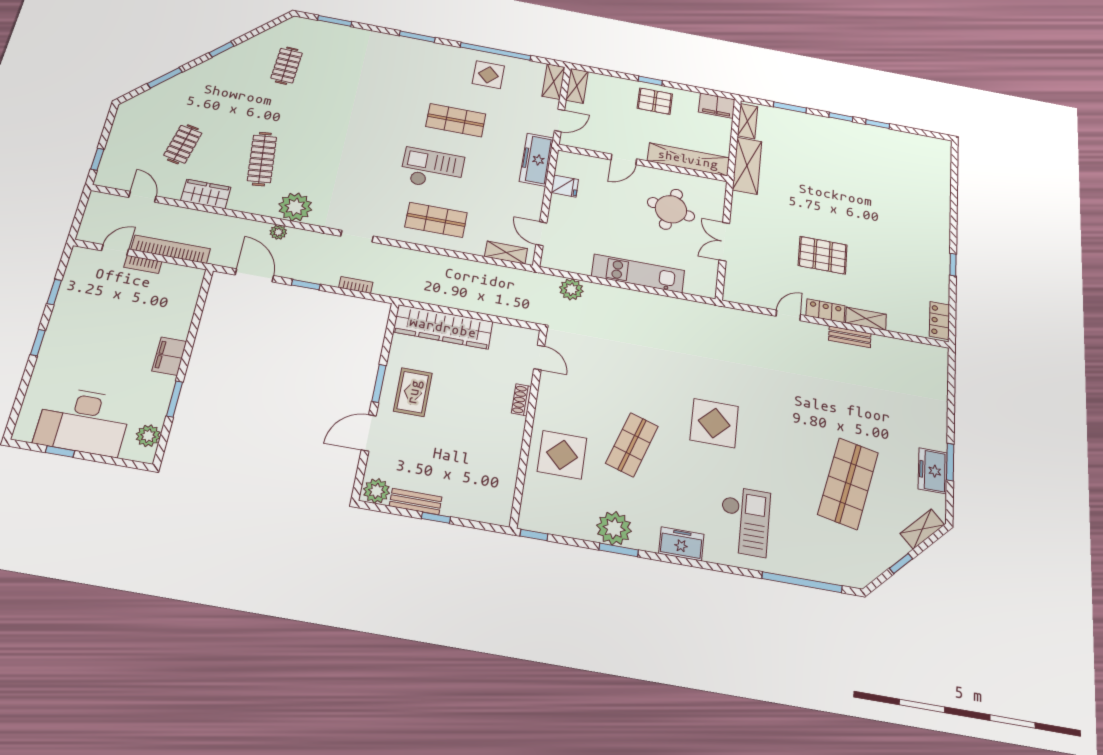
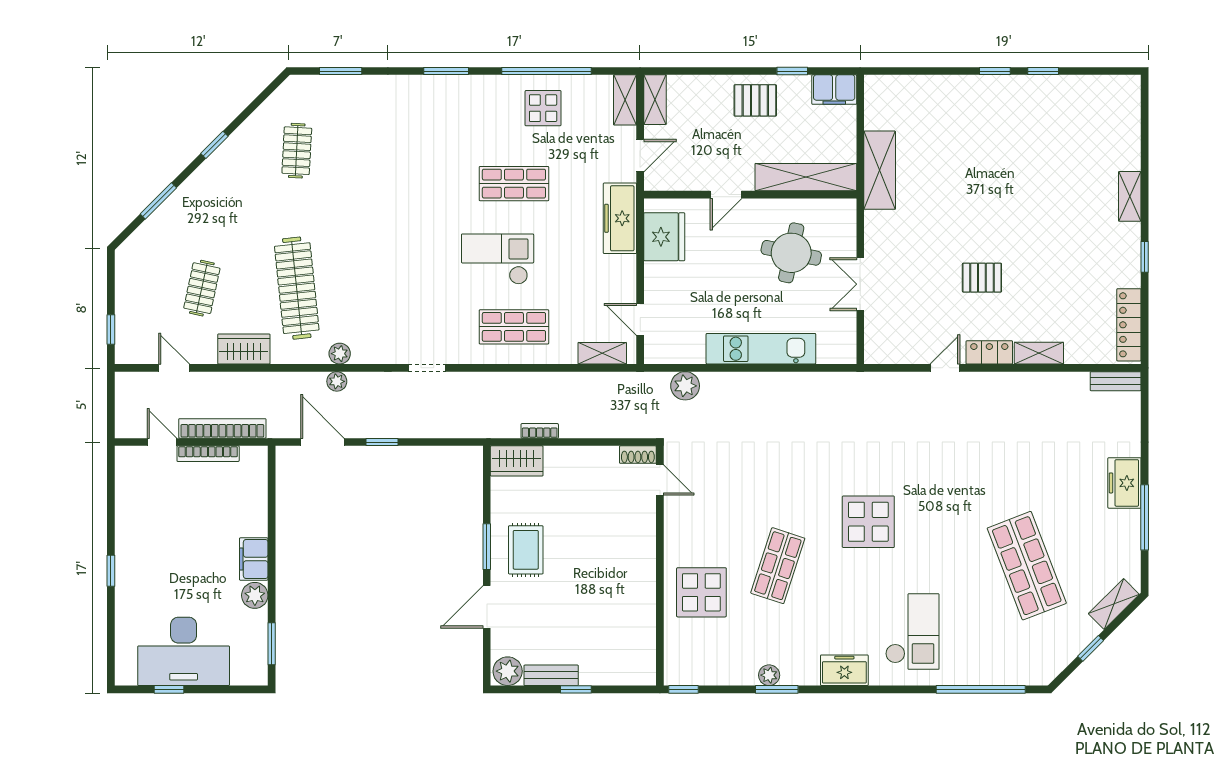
window: (650, 81) -> (792, 71), moved
window: (790, 107) -> (928, 71), removed
shelving: (747, 121) -> (1130, 196), moved
clothes rail: (262, 159) -> (297, 288), width x1.37, depth x1.31
fridge: (565, 186) -> (664, 237), width x1.88, depth x1.34
plant: (295, 207) -> (340, 354), width x0.53, depth x0.53
door: (115, 250) -> (162, 442), hinge flipped
pallet: (823, 255) -> (982, 278), width x0.67, depth x0.71
bookcase: (143, 264) -> (208, 454), width x1.56
bookcase: (356, 285) -> (540, 431), moved
window: (54, 292) -> (111, 507), removed
locker: (939, 320) -> (1129, 325), width x1.53
wardrobe: (443, 327) -> (517, 461), width x0.48, depth x0.85
bench: (850, 337) -> (1116, 381), moved
window: (174, 399) -> (272, 644), moved
shoe rack: (521, 400) -> (638, 455), moved, turned -90
plant: (148, 436) -> (255, 595), moved
window: (950, 462) -> (1145, 517), width x1.44
freezer: (933, 471) -> (1124, 483), moved
shop shelf: (848, 483) -> (1027, 566), turned -33
plant: (614, 528) -> (769, 675), width x0.53, depth x0.53

